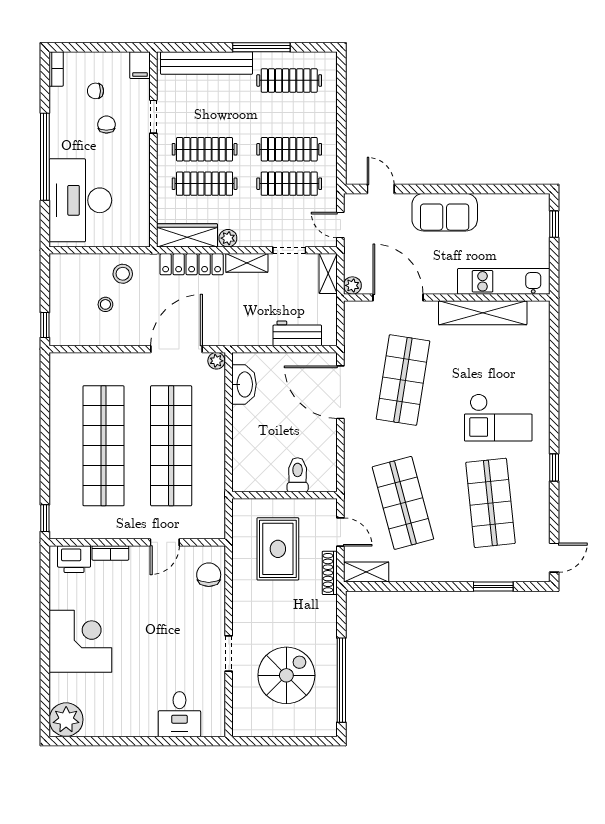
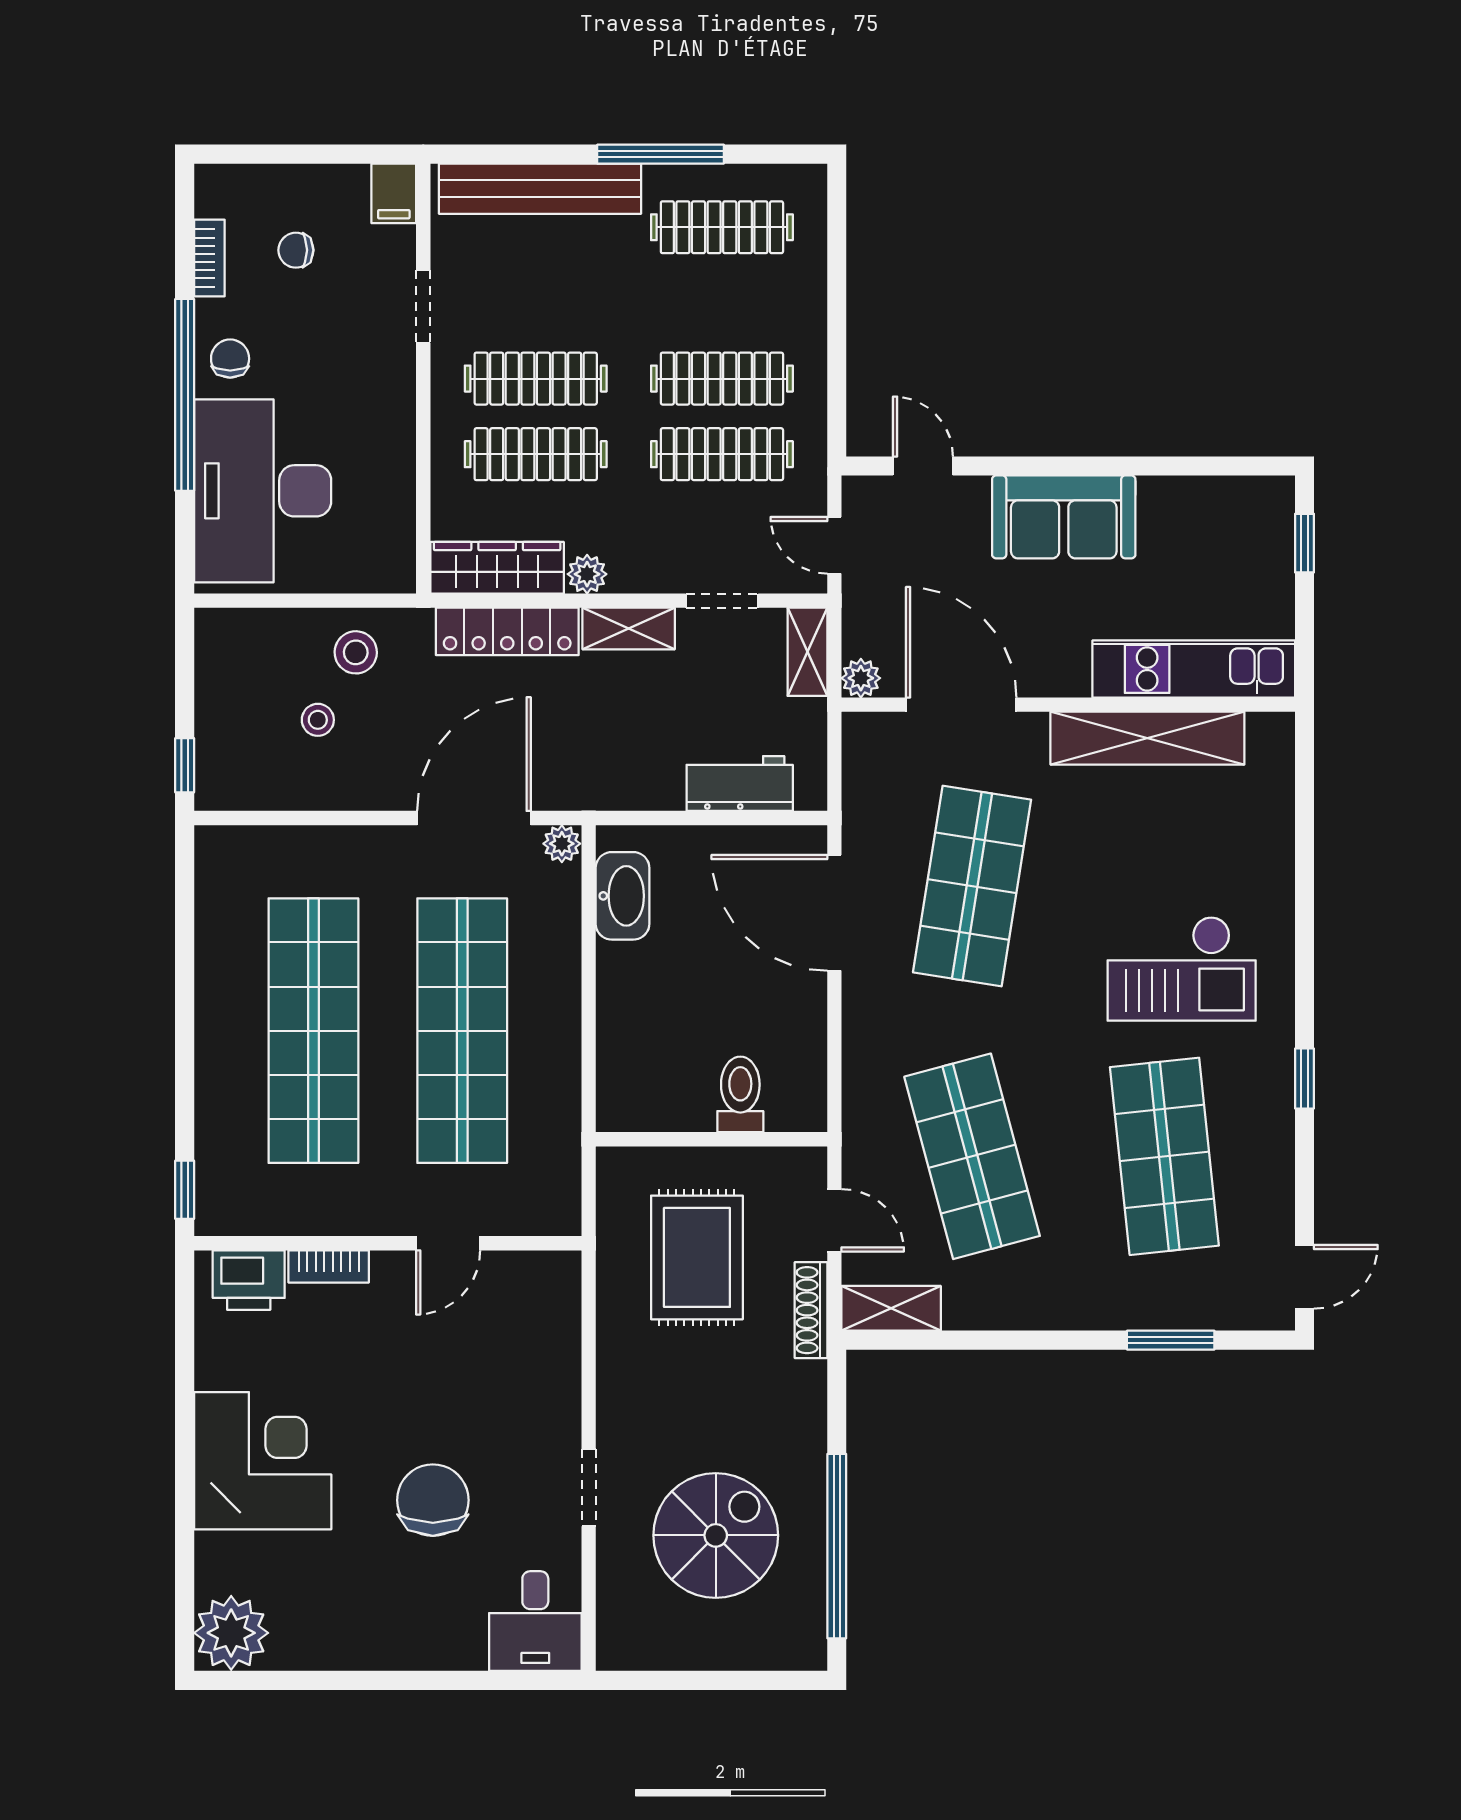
bookcase: (56, 69) -> (209, 258), moved
chair: (106, 125) -> (230, 359), moved
chair: (209, 575) -> (433, 1500), moved, width x1.37, depth x1.37
desk: (179, 714) -> (535, 1621), moved

